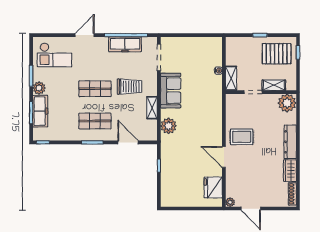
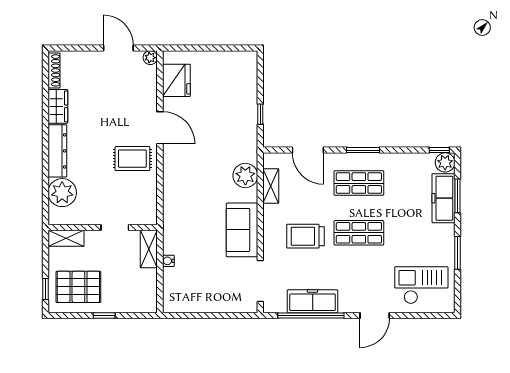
shelving: (274, 85) -> (66, 238), moved
plant: (39, 88) -> (445, 162), moved
plant: (287, 103) -> (62, 193), moved
shelving: (152, 108) -> (271, 186), moved

